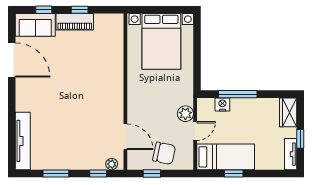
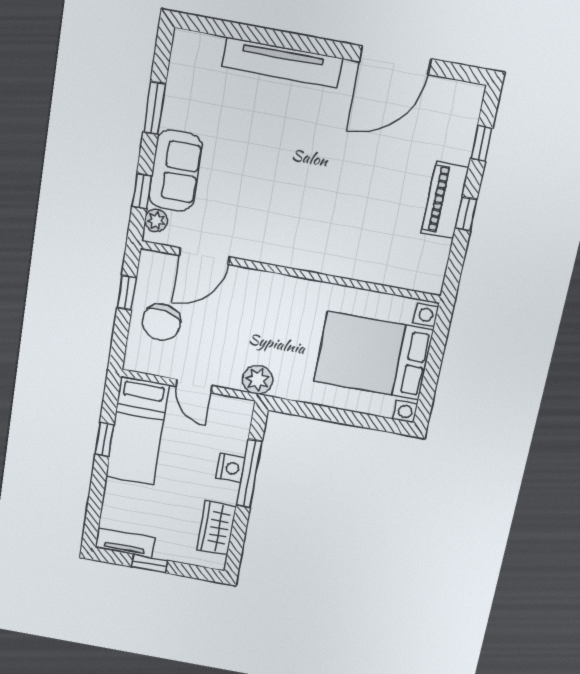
sofa: (35, 25) -> (175, 171), moved, turned 180
nightstand: (222, 104) -> (231, 468), moved
wardrobe: (288, 112) -> (217, 528), moved, turned -90
plant: (185, 114) -> (258, 380), moved
tv unit: (23, 141) -> (282, 63), moved

